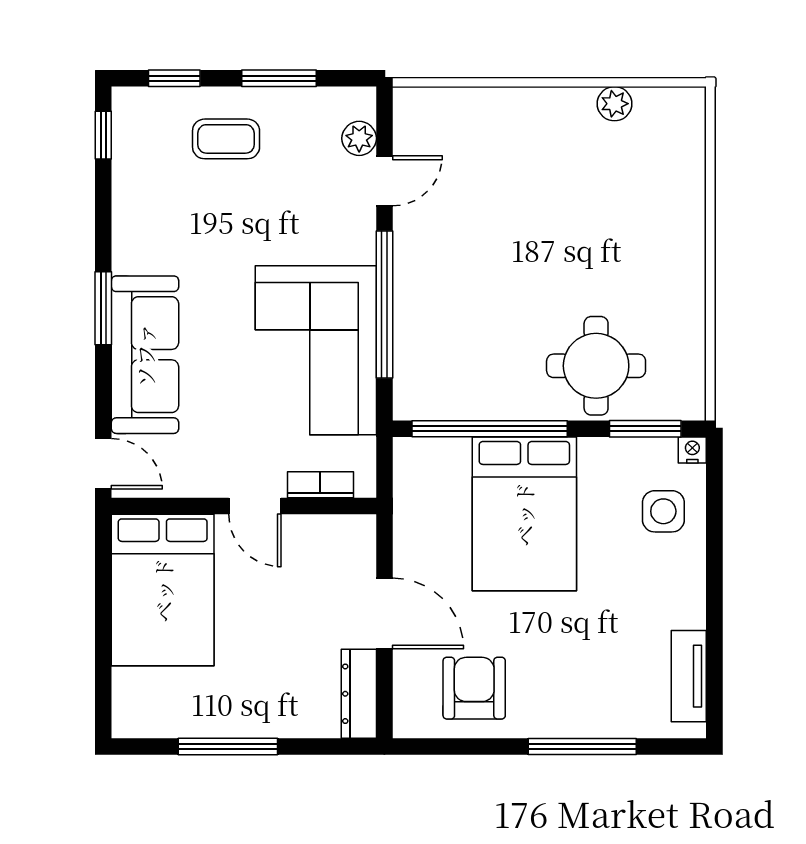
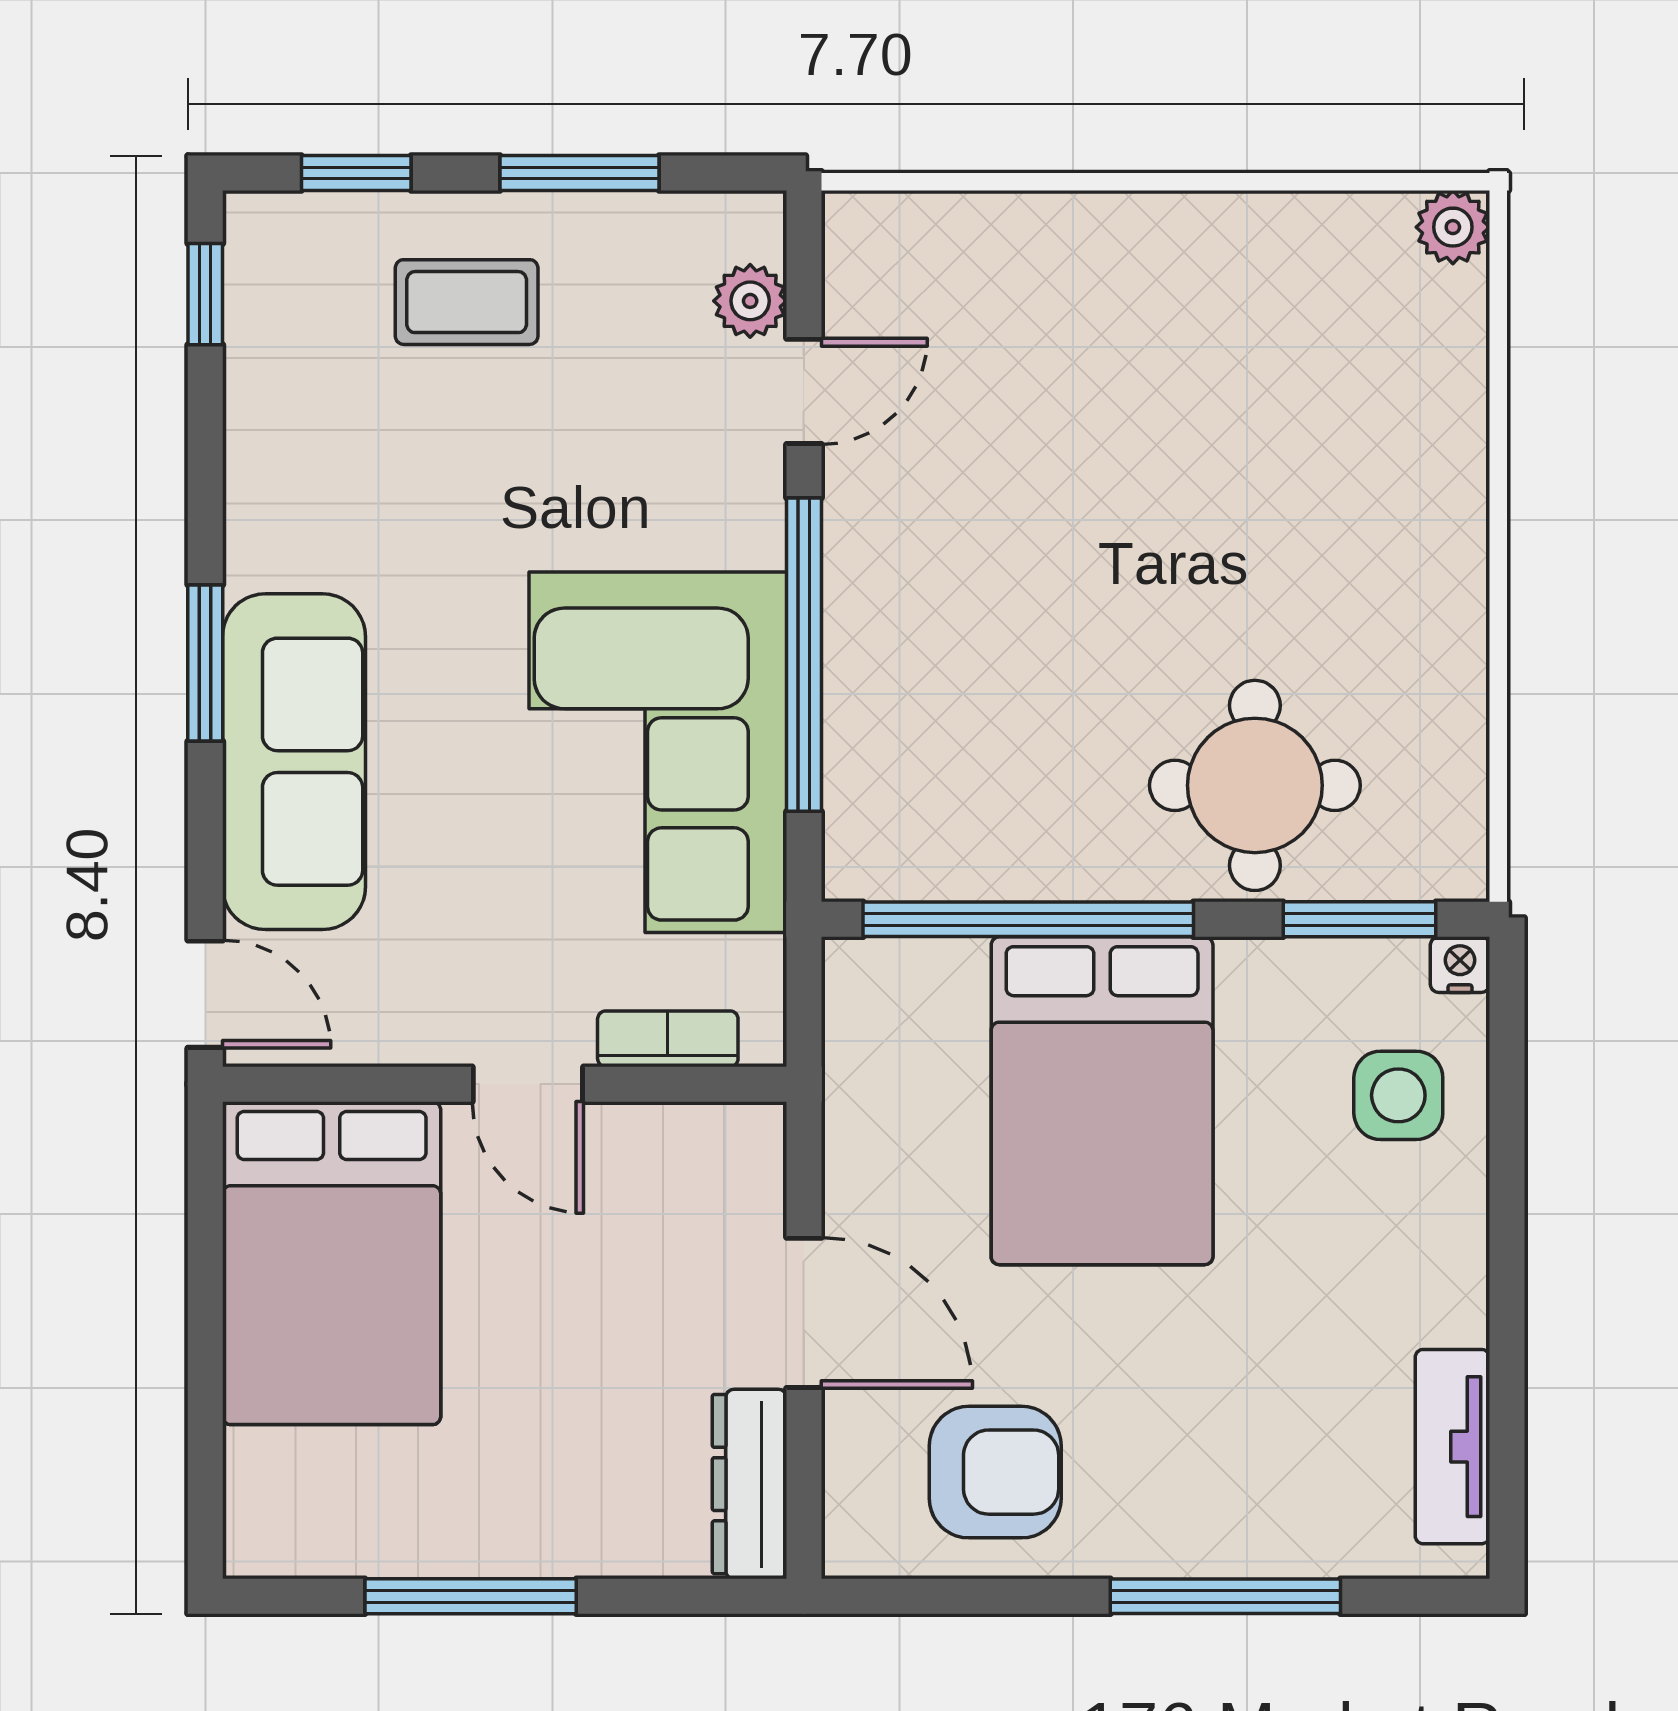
plant: (614, 104) -> (1453, 227), moved
armchair: (474, 688) -> (995, 1472), turned 90

